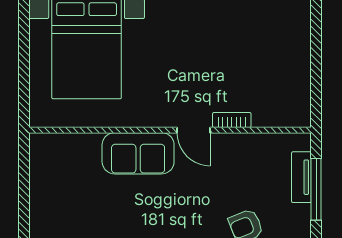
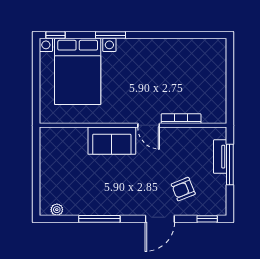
bookcase: (232, 120) -> (181, 119), width x1.56

